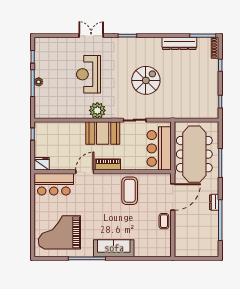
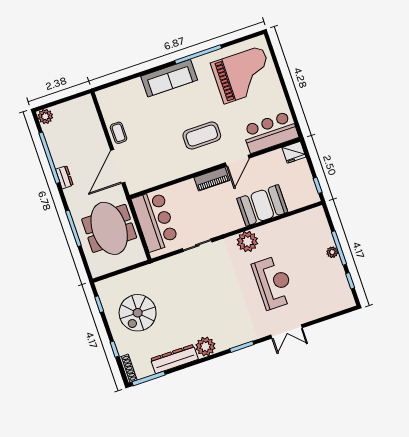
plant: (154, 45) -> (205, 347), added
spiral stairs: (146, 80) -> (138, 313), moved
booth: (103, 133) -> (262, 205), moved
meeting table: (194, 154) -> (109, 228), width x0.73
coffee table: (130, 191) -> (202, 136), moved, turned 90
plant: (213, 251) -> (45, 116), added

